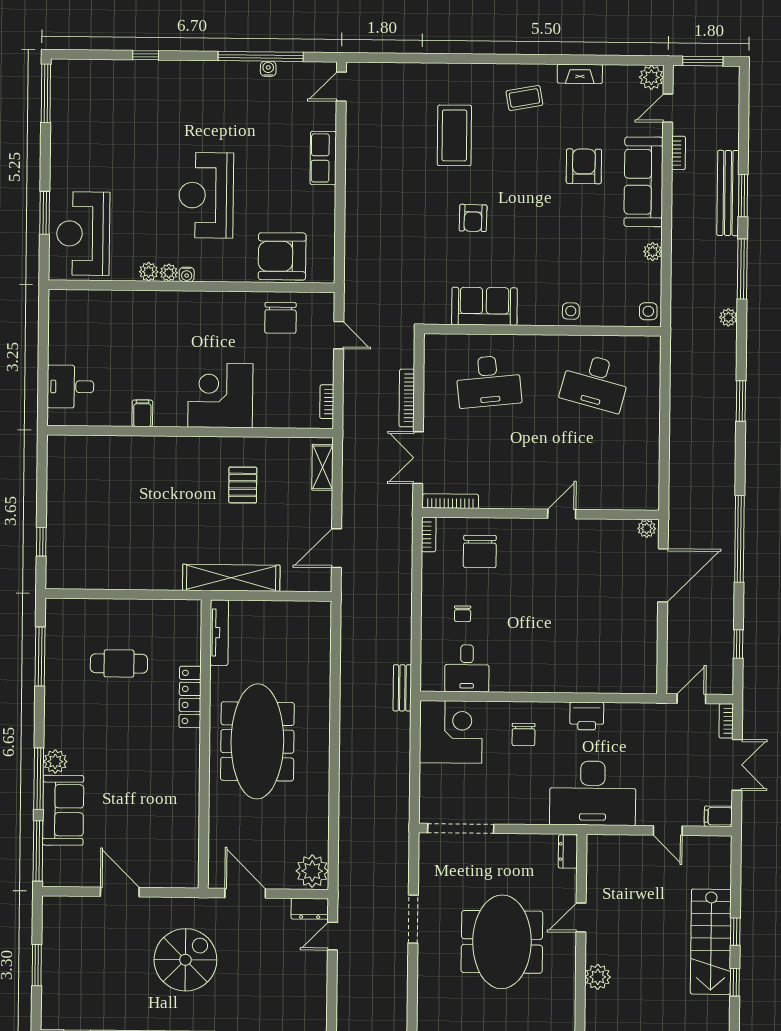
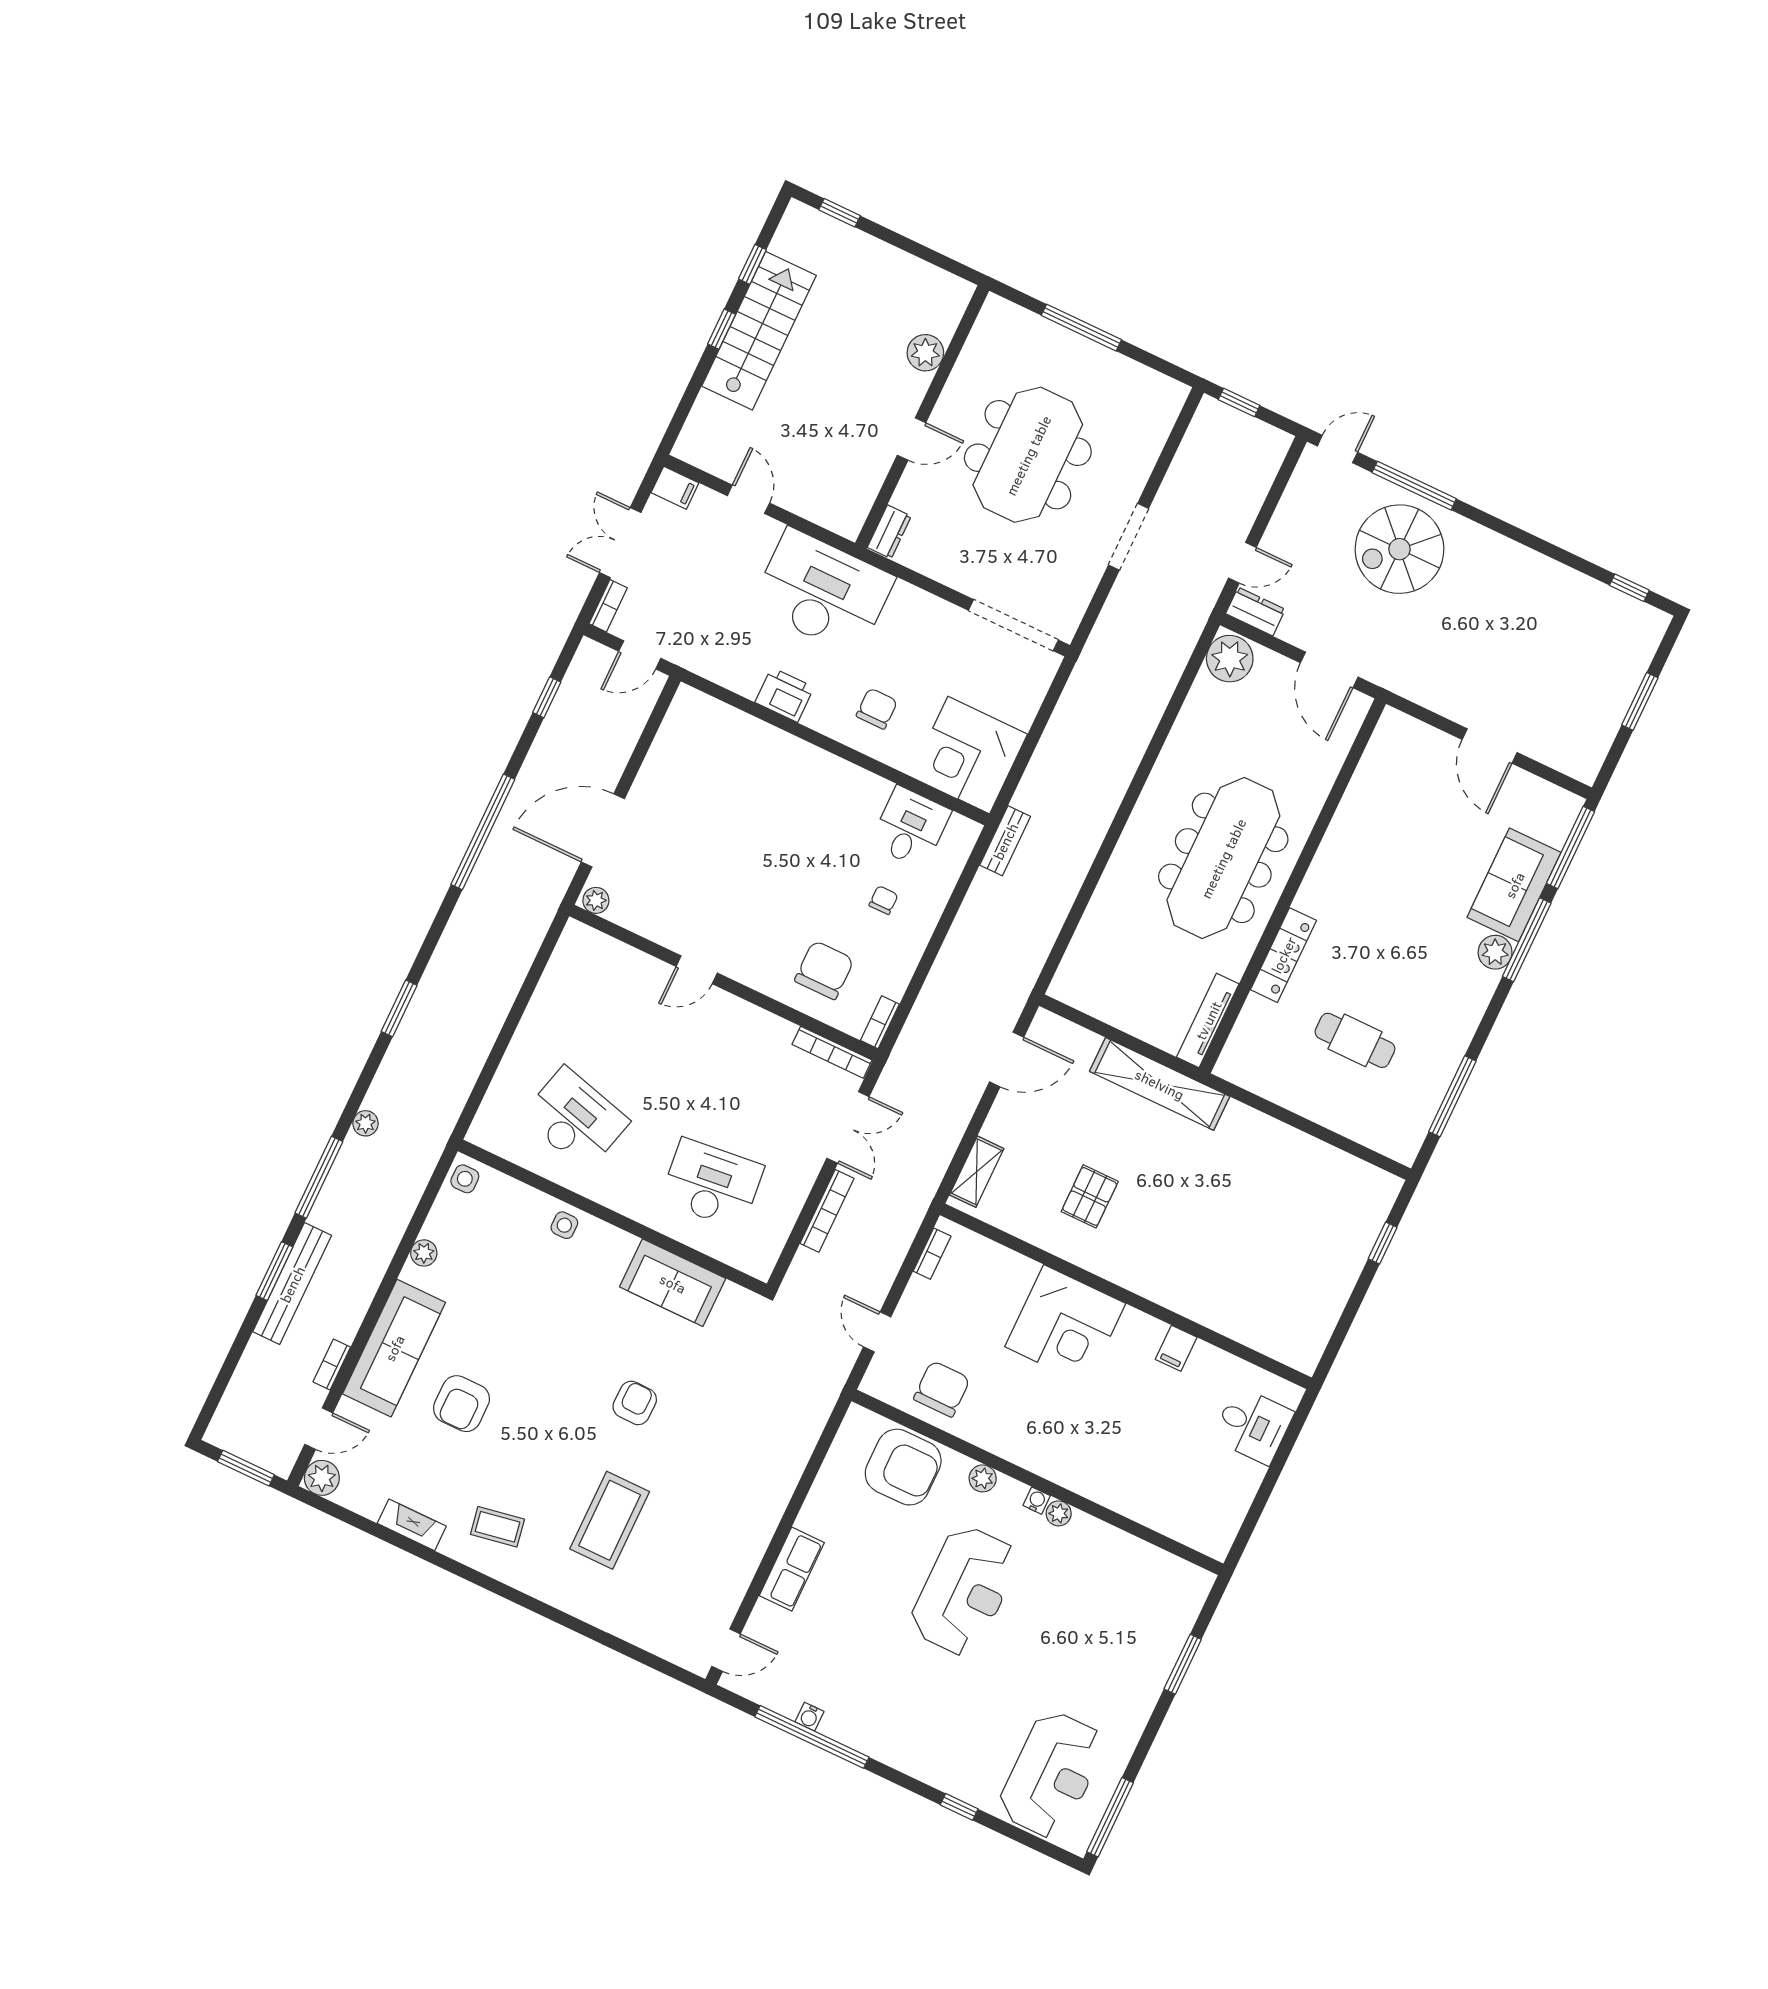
reception desk: (83, 234) -> (1052, 1775), moved
plant: (149, 272) -> (983, 1478), moved
spiral stairs: (185, 960) -> (1399, 549), moved

